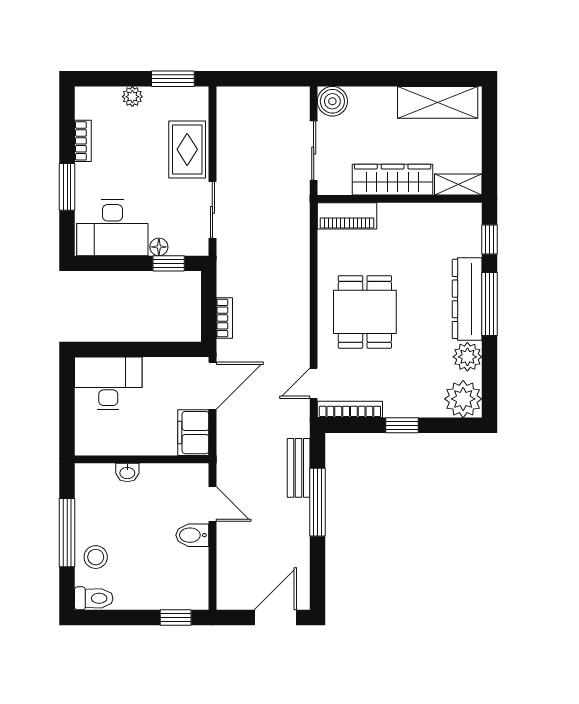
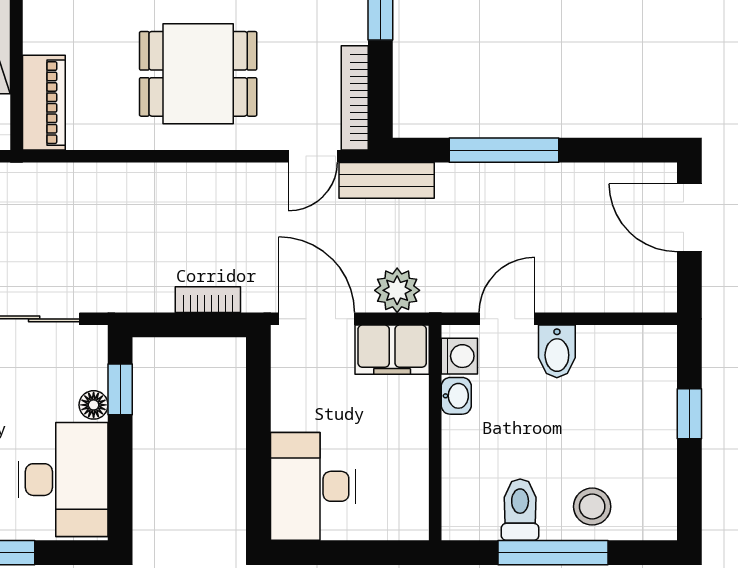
door: (314, 383) -> (313, 156), hinge flipped
plant: (230, 436) -> (397, 290), added
bench: (299, 468) -> (387, 180), moved
washbasin: (127, 472) -> (456, 396), moved
washing machine: (189, 474) -> (459, 356), added
toilet: (94, 598) -> (520, 510), moved
window: (176, 618) -> (689, 414), moved

